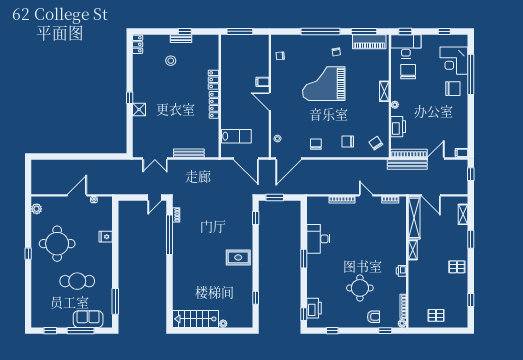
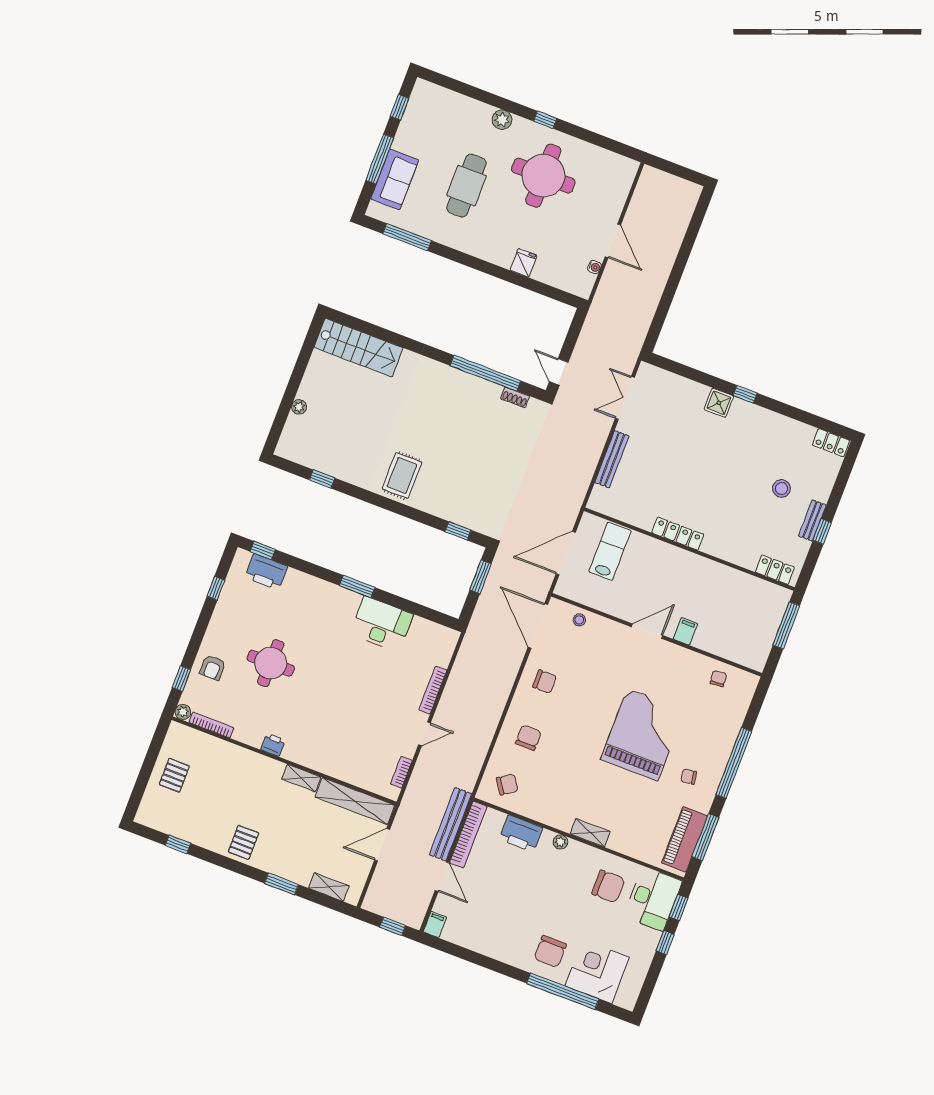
window: (444, 31) -> (665, 943), moved
locker: (214, 80) -> (775, 570), moved
lab bench: (236, 136) -> (610, 551), turned 180
plant: (37, 209) -> (502, 120), moved
stairs: (196, 319) -> (359, 348), moved, turned 90

